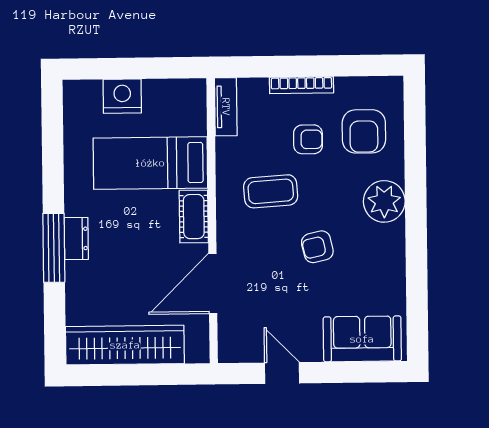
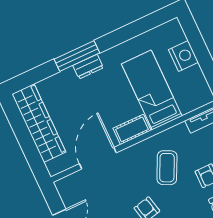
coffee table: (271, 191) -> (167, 168), turned 30
door: (213, 284) -> (98, 158), hinge flipped

